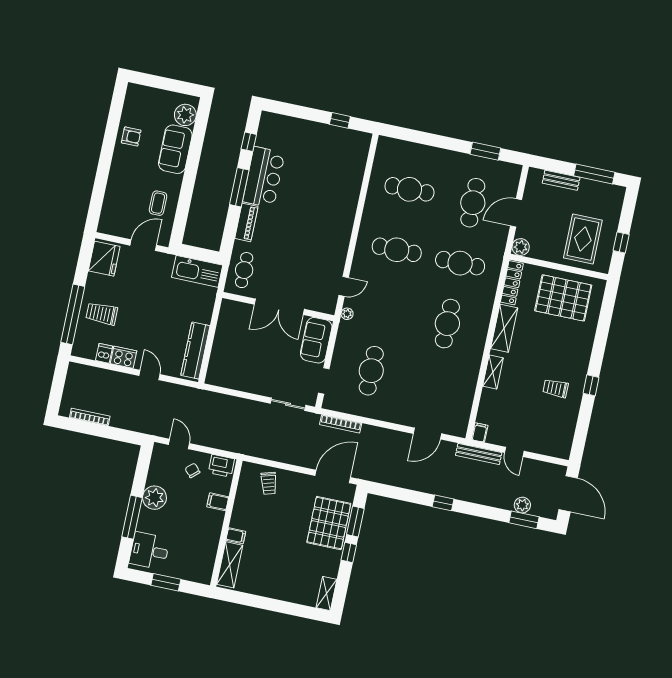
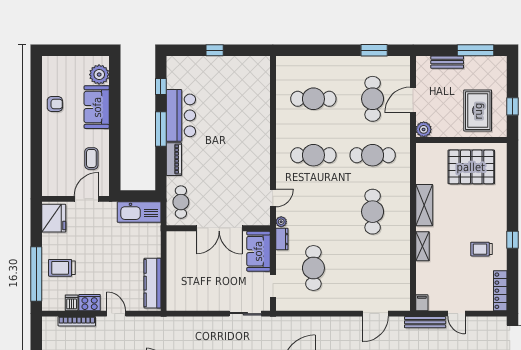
window: (340, 120) -> (215, 50), moved
locker: (512, 283) -> (500, 291), moved, turned 180
dresser: (344, 333) -> (282, 239), added
bookcase: (341, 424) -> (77, 321), moved

